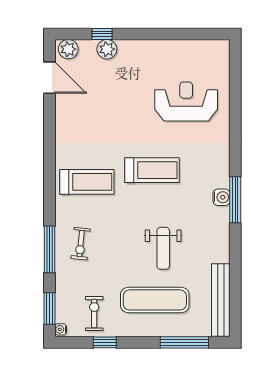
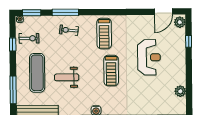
plant: (107, 49) -> (180, 91), moved
reception desk: (186, 101) -> (149, 57), moved

